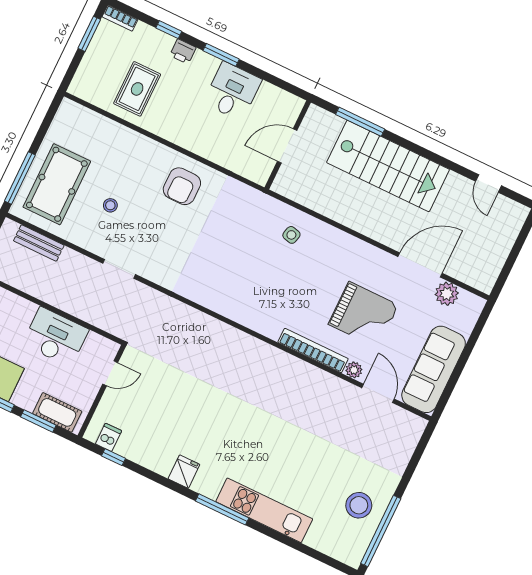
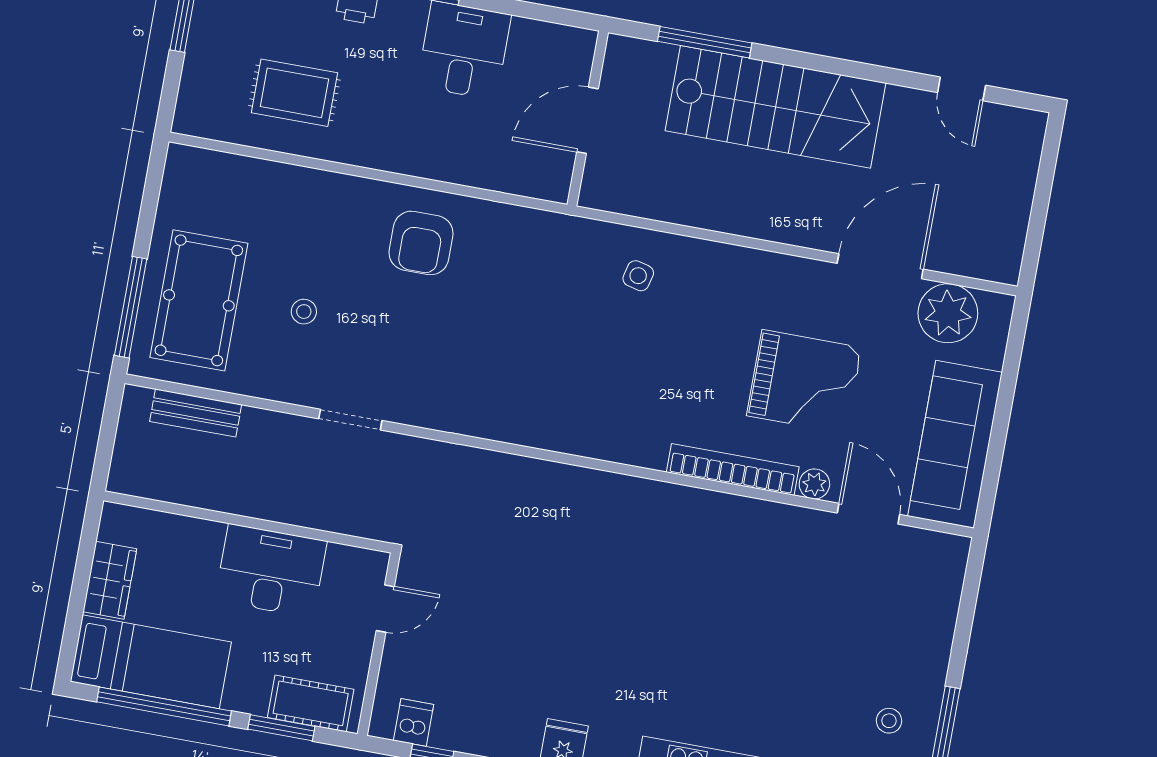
rug: (137, 89) -> (294, 93), turned 90
plant: (447, 294) -> (948, 313), width x1.36, depth x1.36
stool: (359, 505) -> (889, 721), width x0.53, depth x0.53

